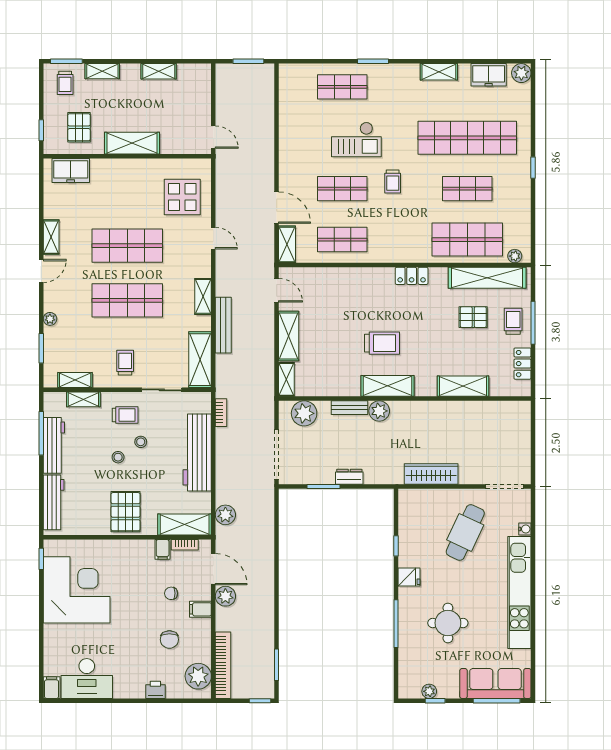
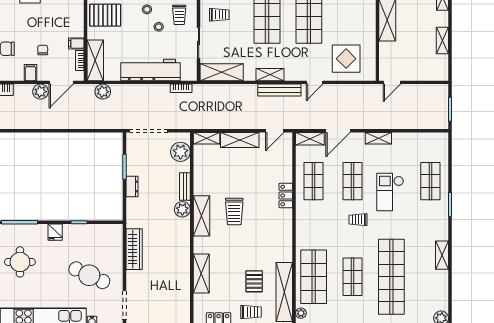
freezer: (489, 75) -> (440, 293), removed
shelving: (286, 155) -> (378, 138), added
locker: (412, 276) -> (286, 196), moved
bench: (223, 325) -> (279, 90), moved

